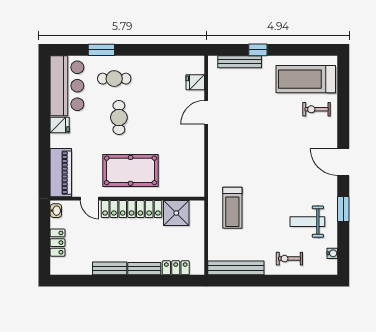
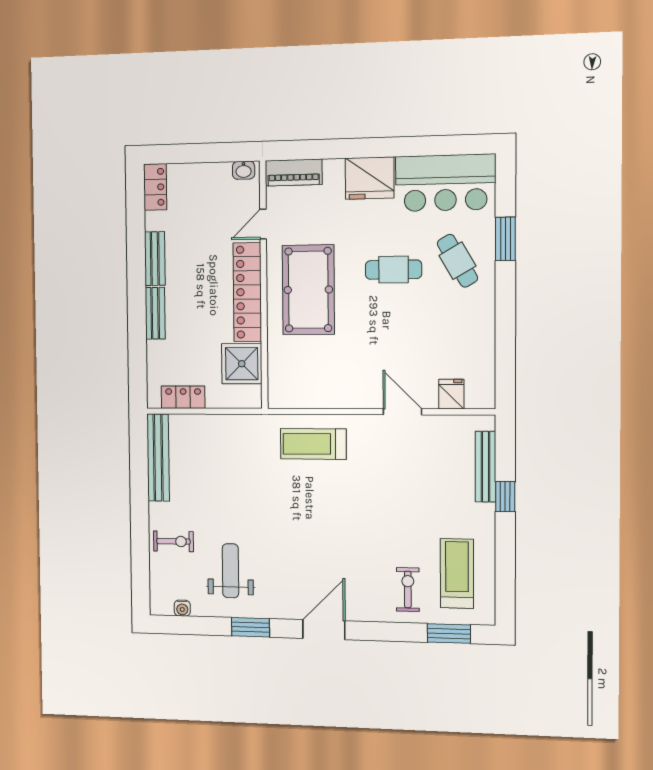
cafe table: (114, 79) -> (457, 261), turned -30
treadmill: (306, 79) -> (457, 574), width x0.73, depth x0.73
window: (343, 84) -> (449, 634), added
fridge: (60, 125) -> (370, 178), width x1.88, depth x1.34
piano: (61, 173) -> (294, 172), width x0.73, depth x0.75
treadmill: (232, 208) -> (313, 444), moved
locker: (58, 243) -> (155, 187), moved, turned -90
exercise bike: (289, 259) -> (173, 541), turned 90
locker: (176, 268) -> (183, 397), moved, turned -90

